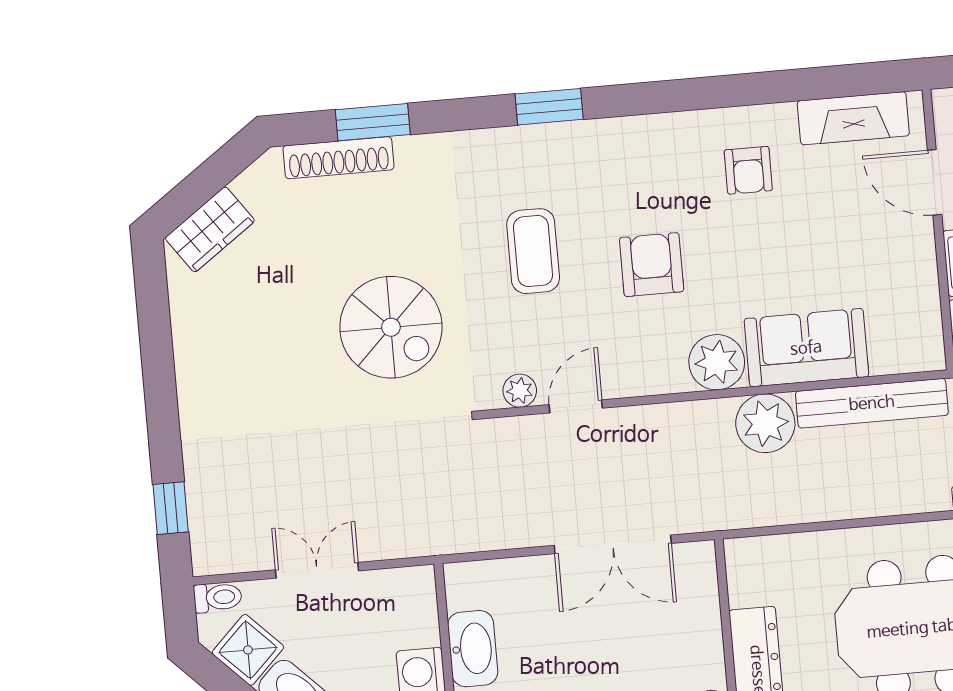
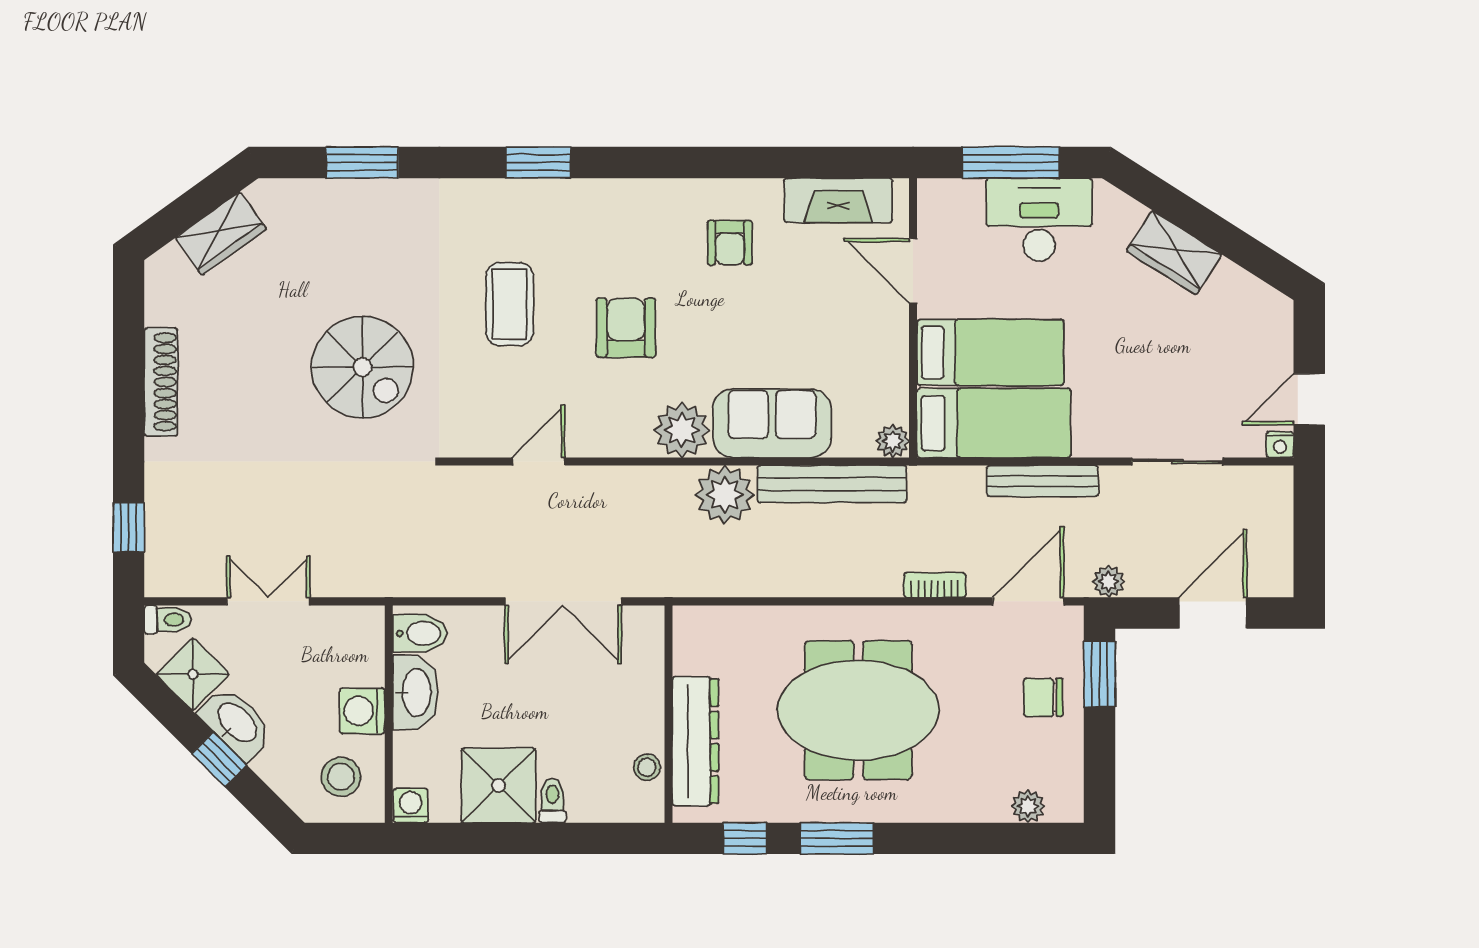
shoe rack: (338, 158) -> (161, 382), moved, turned -90
wardrobe: (210, 229) -> (221, 234), moved
plant: (520, 391) -> (893, 441), moved
bidet: (472, 589) -> (420, 633), added

